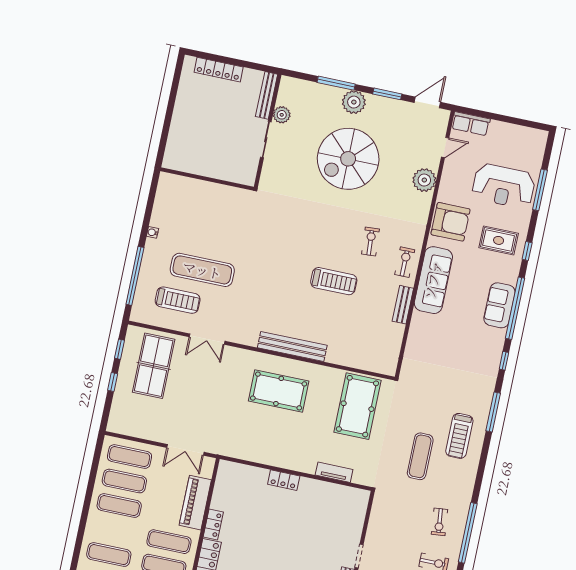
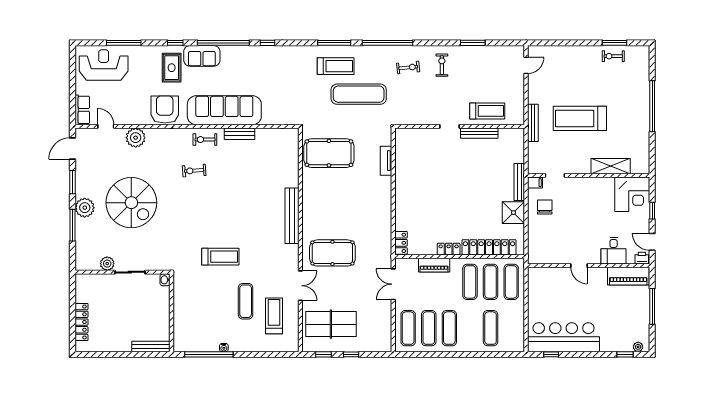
bench: (267, 95) -> (151, 346), moved
door: (427, 102) -> (73, 148), hinge flipped
washbasin: (248, 179) -> (165, 280), added
reception desk: (504, 186) -> (104, 65), moved, turned -90
exercise mat: (202, 270) -> (246, 301), width x0.73, depth x0.69
window: (135, 276) -> (209, 354), moved
sofa: (433, 280) -> (224, 110), width x1.36, depth x1.27
treadmill: (334, 281) -> (220, 257), moved, turned 90
sofa: (499, 305) -> (202, 56), moved
pool table: (279, 391) -> (332, 253), moved, turned 90
window: (493, 412) -> (334, 43), moved
double door: (185, 450) -> (393, 284), swing flipped
exercise mat: (420, 456) -> (359, 94), width x1.36, depth x1.45
locker: (284, 480) -> (401, 243), moved
piano: (195, 503) -> (434, 265), width x0.73, depth x0.75
window: (468, 533) -> (387, 43), moved

